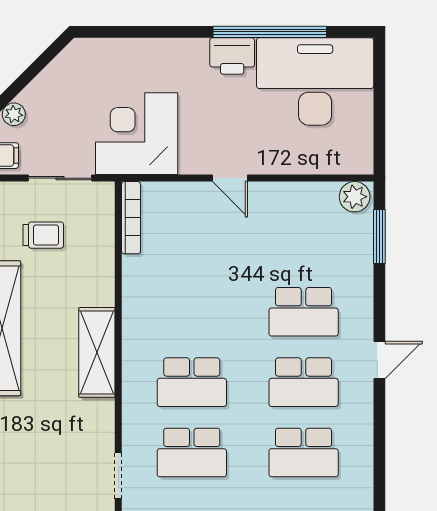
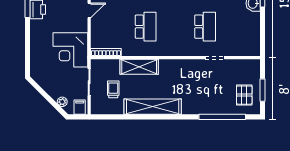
shelving: (97, 352) -> (139, 67), moved
school desk: (192, 382) -> (146, 27), moved

